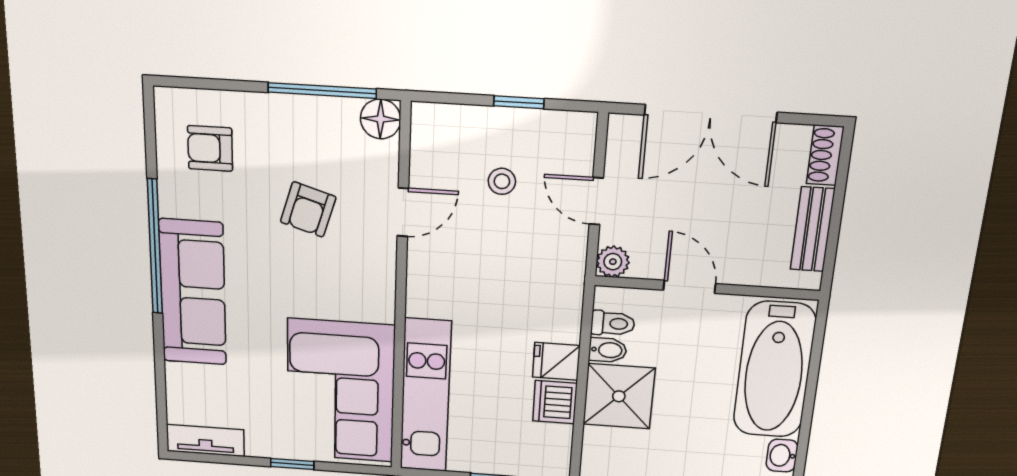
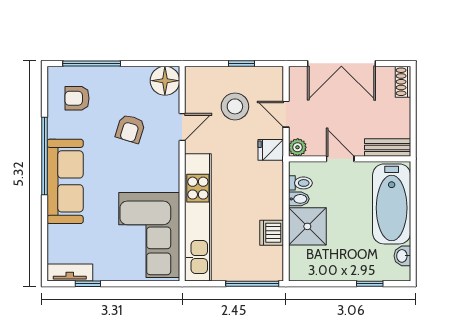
window: (322, 91) -> (92, 63), moved
floor lamp: (381, 119) -> (165, 81), width x1.38, depth x1.38
stool: (502, 181) -> (235, 106), width x1.89, depth x1.89
bench: (813, 229) -> (388, 147), moved, turned 90
fridge: (556, 361) -> (271, 150), moved
kitchen unit: (425, 396) -> (198, 217), width x1.36
window: (292, 464) -> (88, 284), moved

